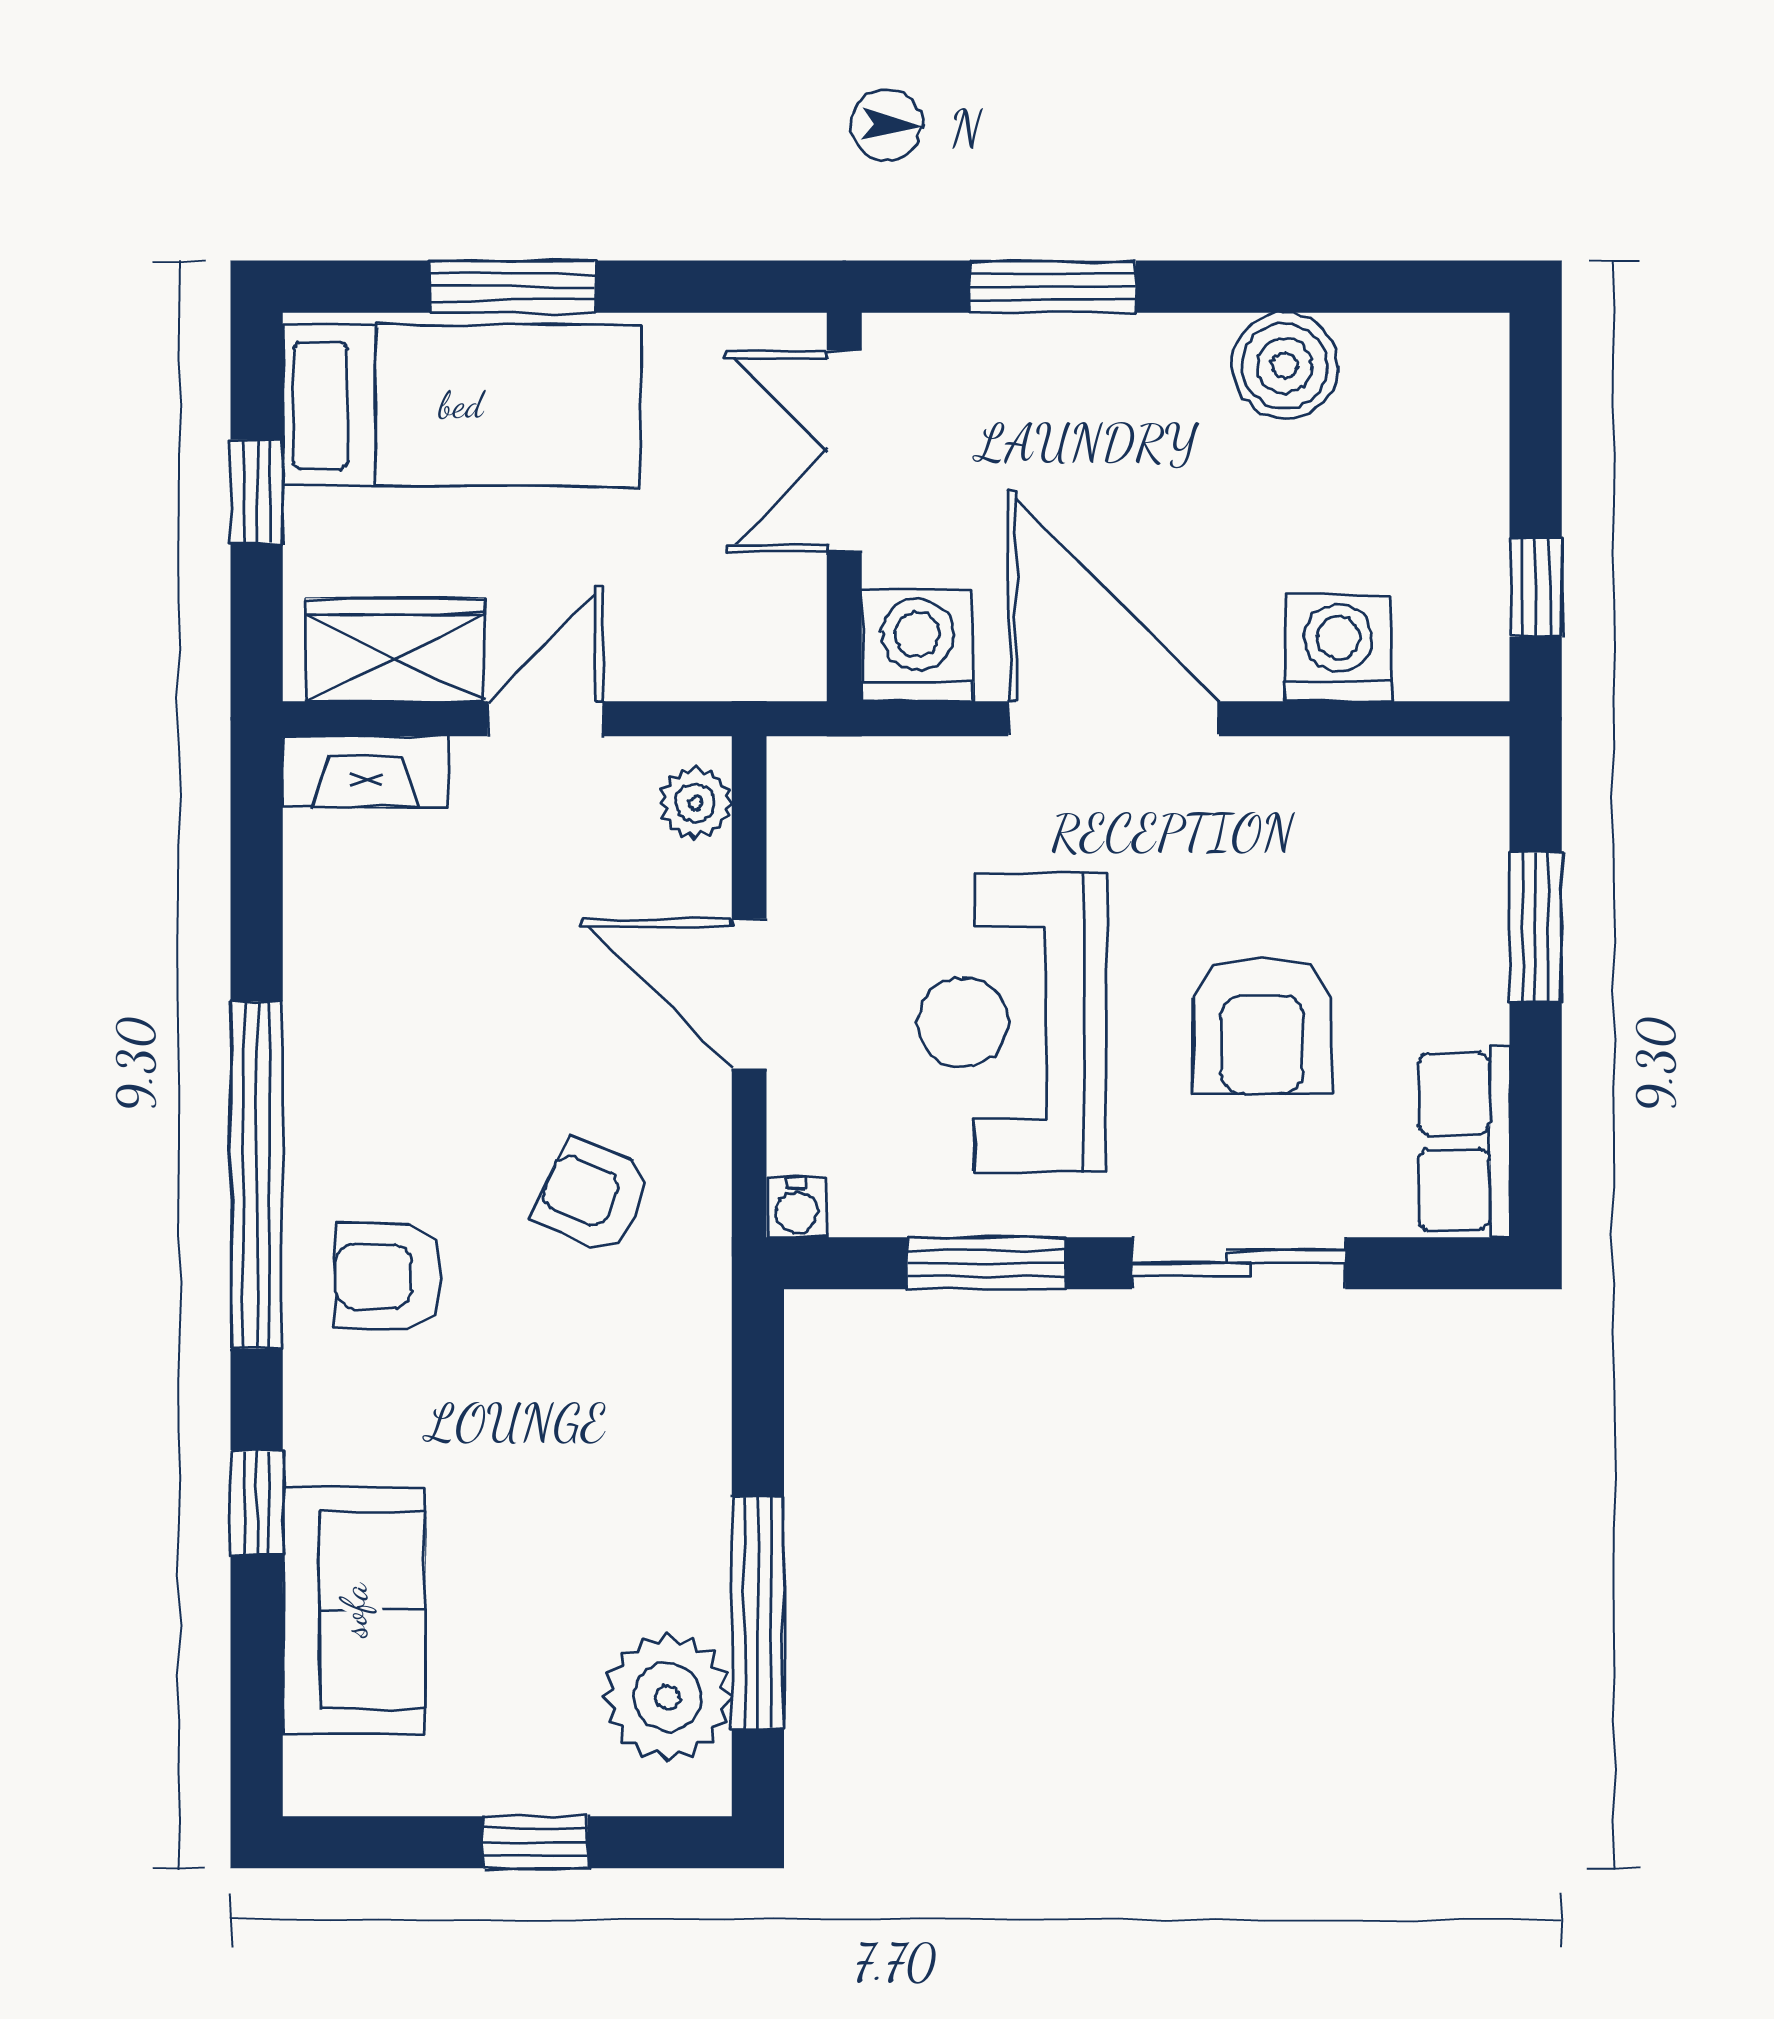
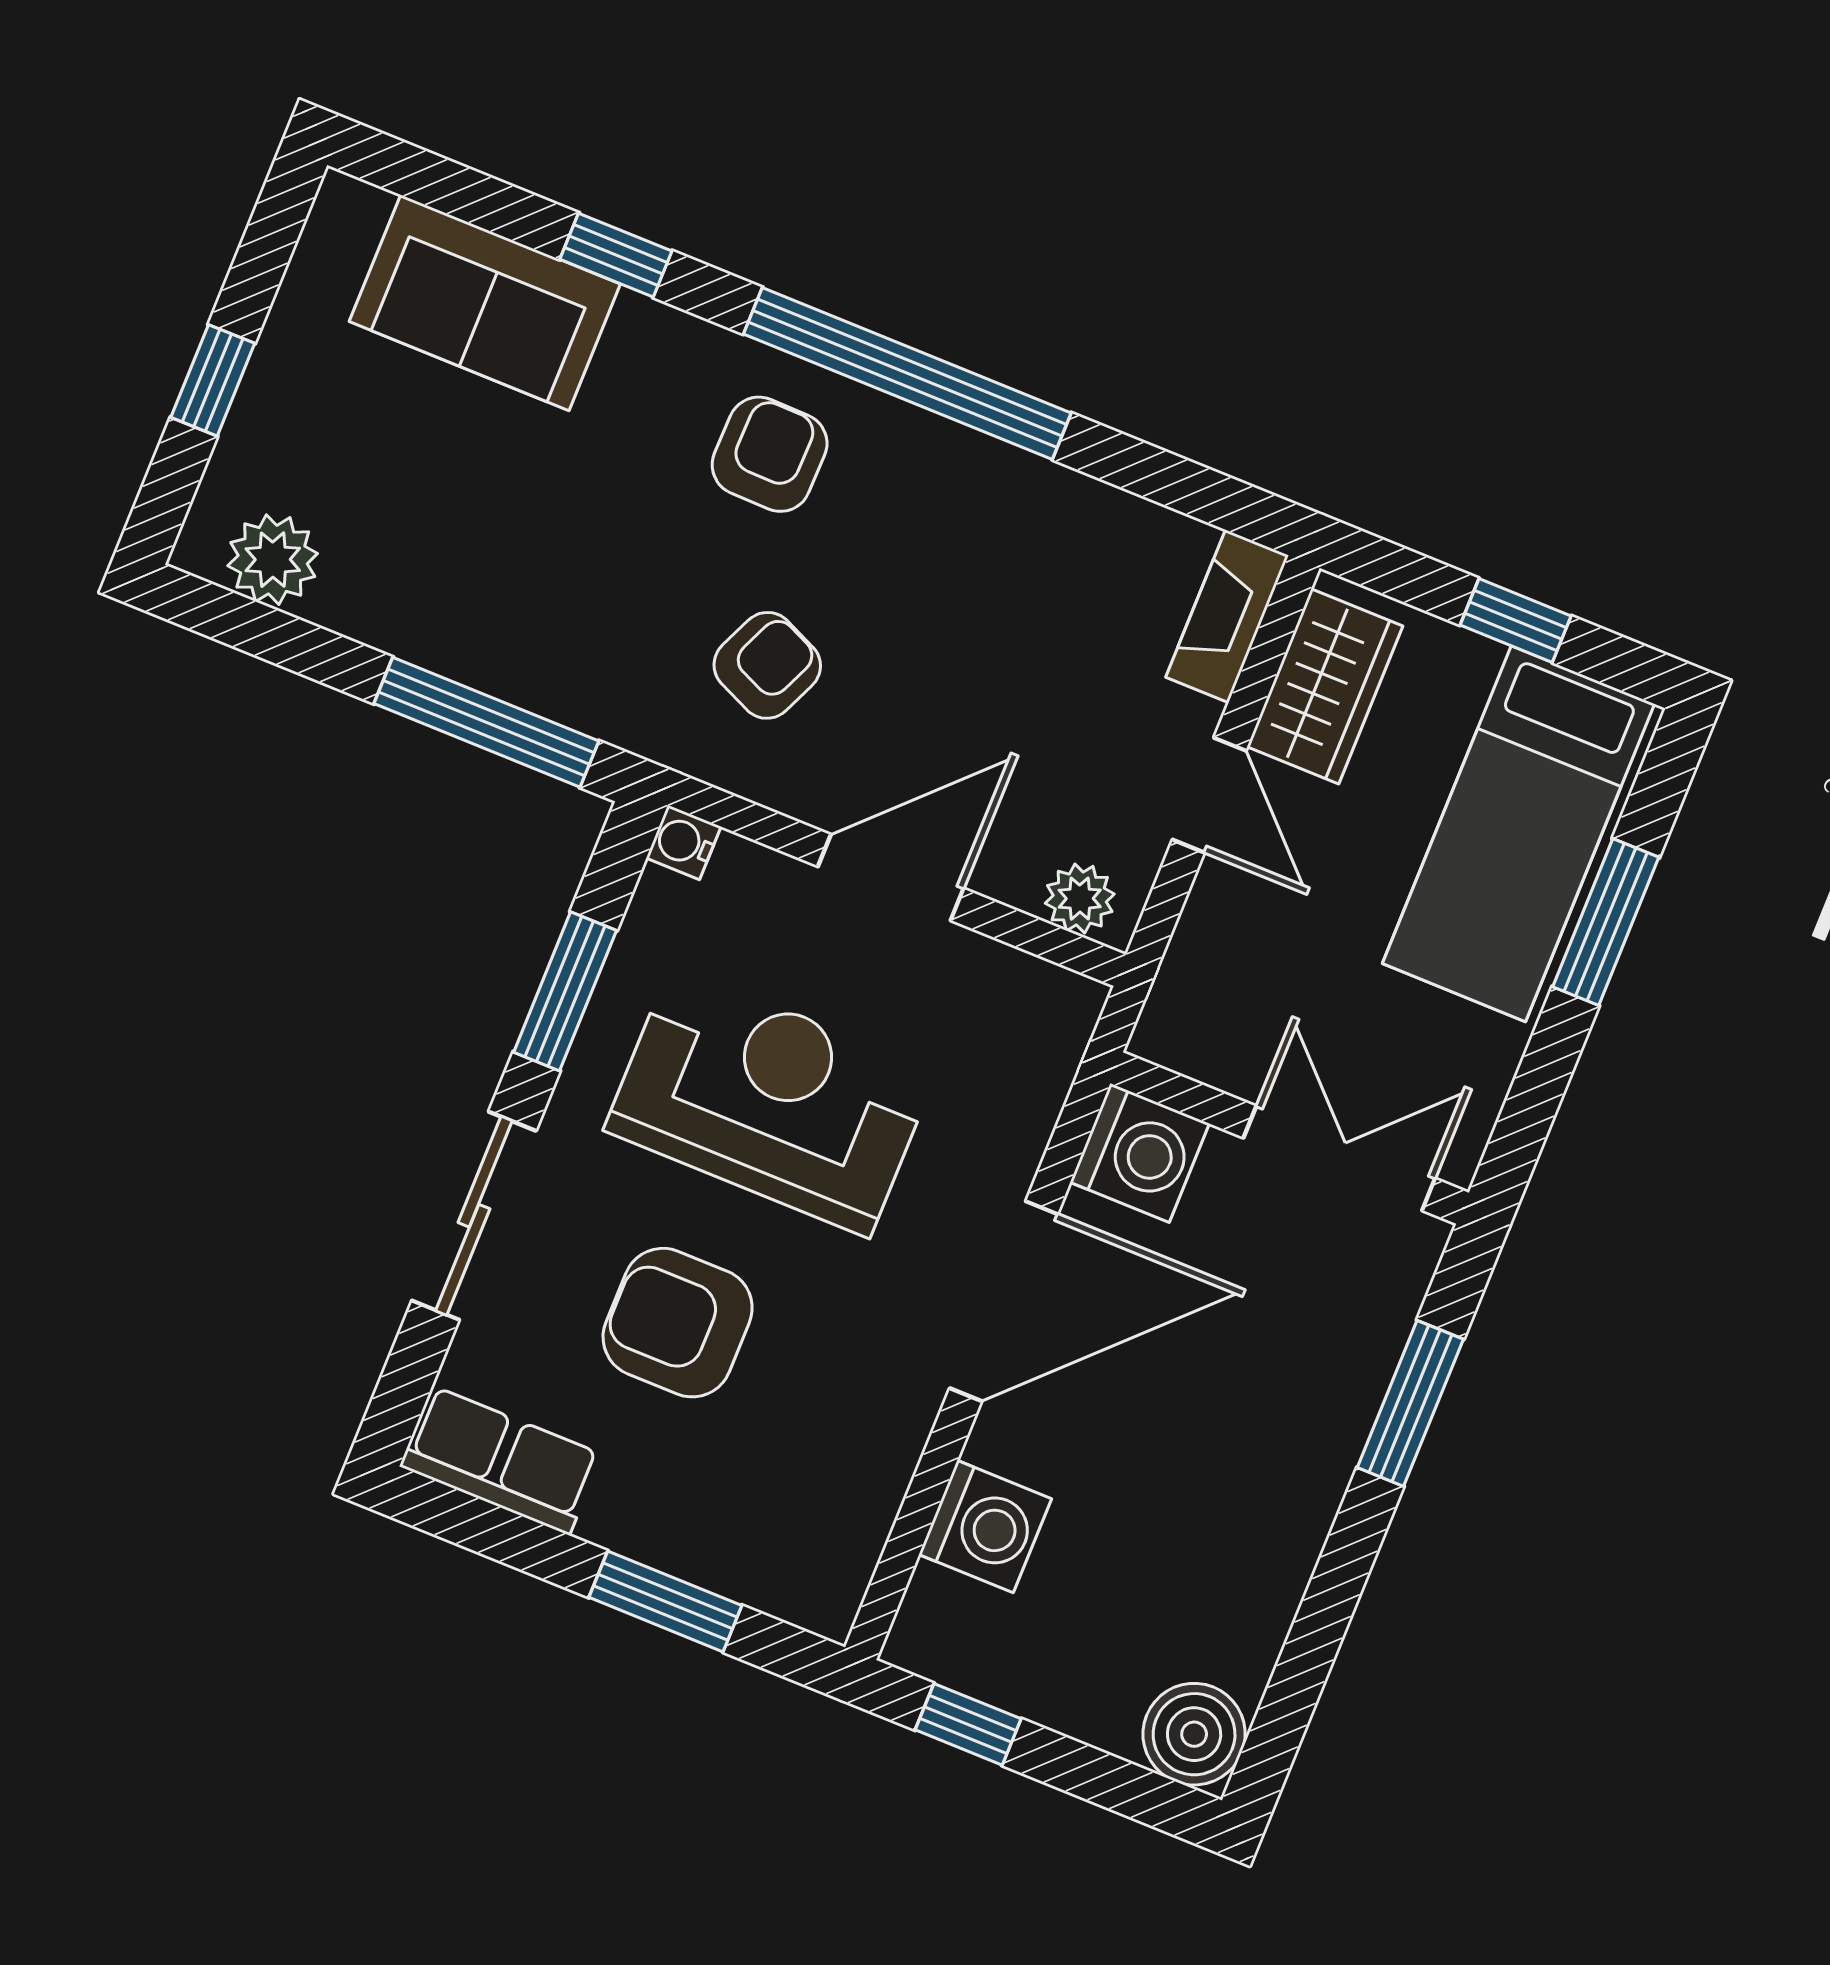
boiler: (1285, 366) -> (1194, 1734), moved
window: (758, 1613) -> (486, 722), moved
plant: (667, 1697) -> (273, 560), width x0.73, depth x0.73

